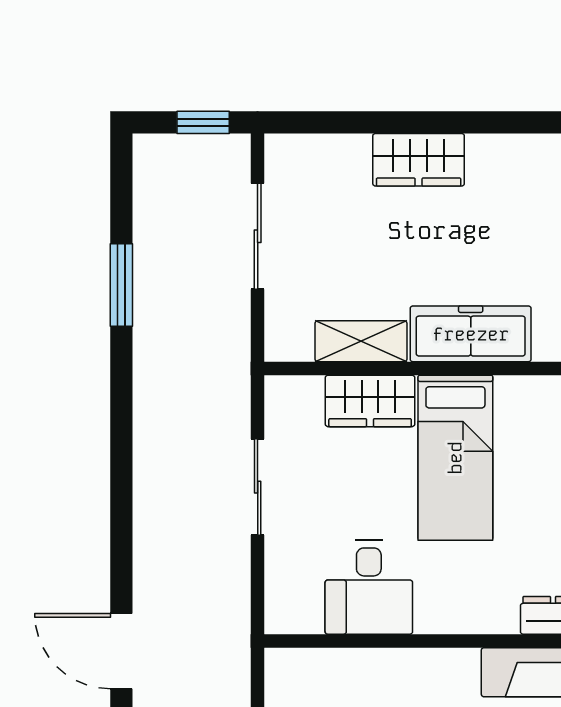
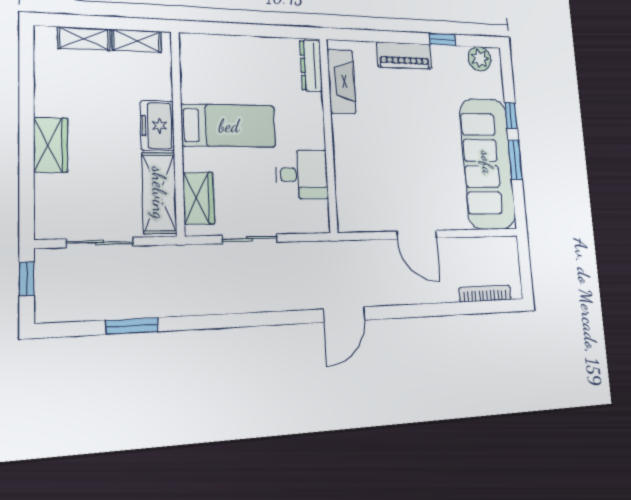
freezer: (471, 334) -> (157, 126), width x0.71
shelving: (361, 341) -> (159, 193), width x1.50, depth x1.33
wardrobe: (370, 401) -> (199, 198), moved

